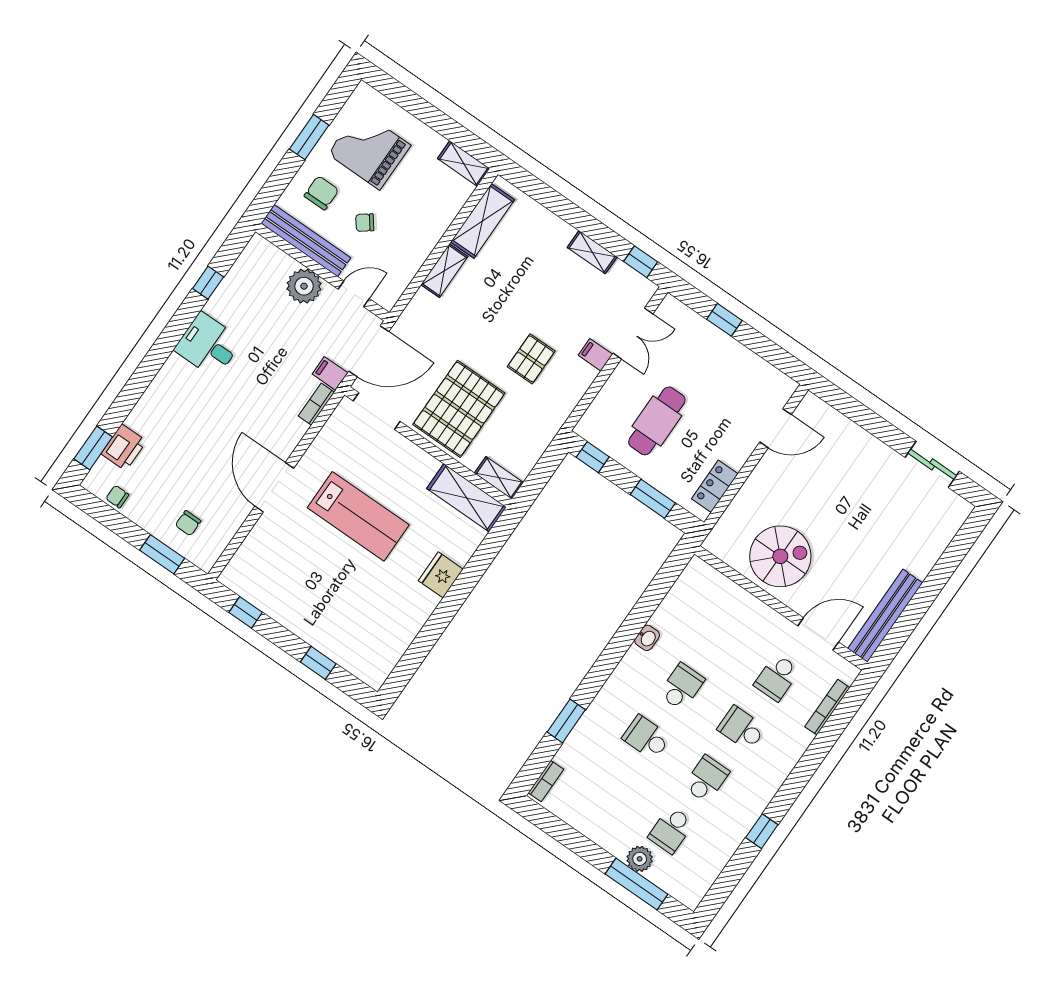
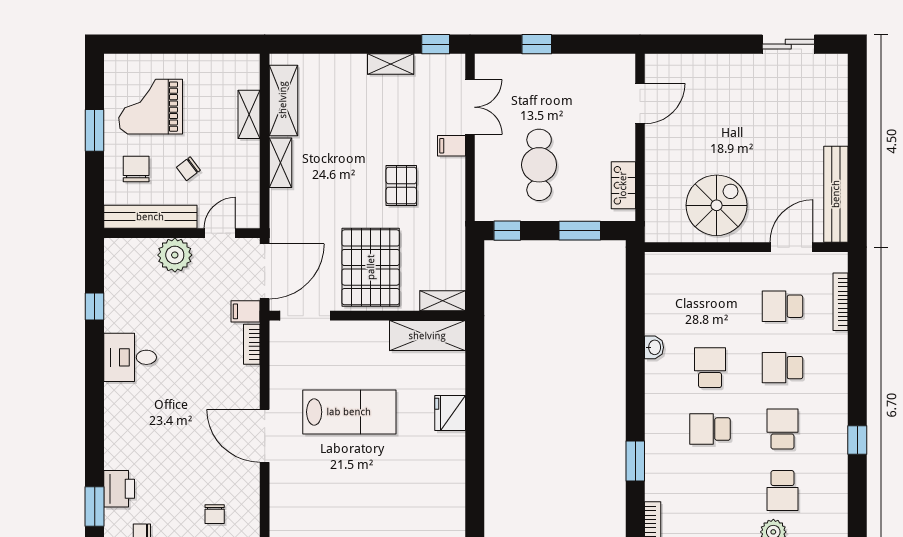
shelving: (464, 164) -> (249, 114), moved, turned 90
school desk: (777, 678) -> (782, 306), turned 90

